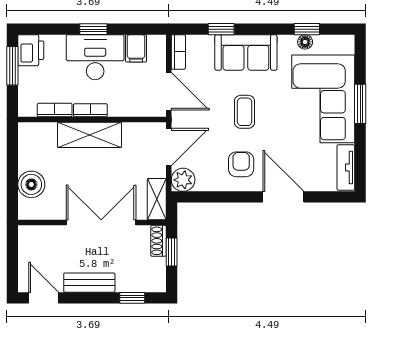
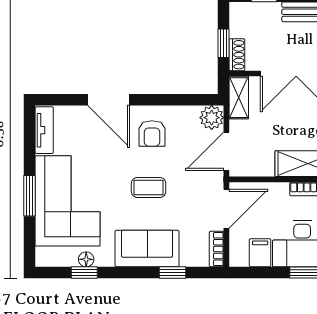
door: (169, 91) -> (226, 209), swing flipped
coffee table: (244, 112) -> (149, 187), turned 90

